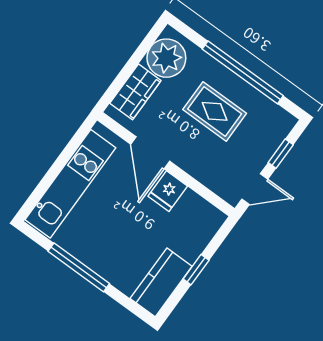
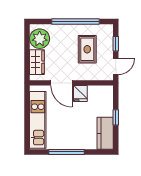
rug: (215, 111) -> (87, 49), moved, turned 90

